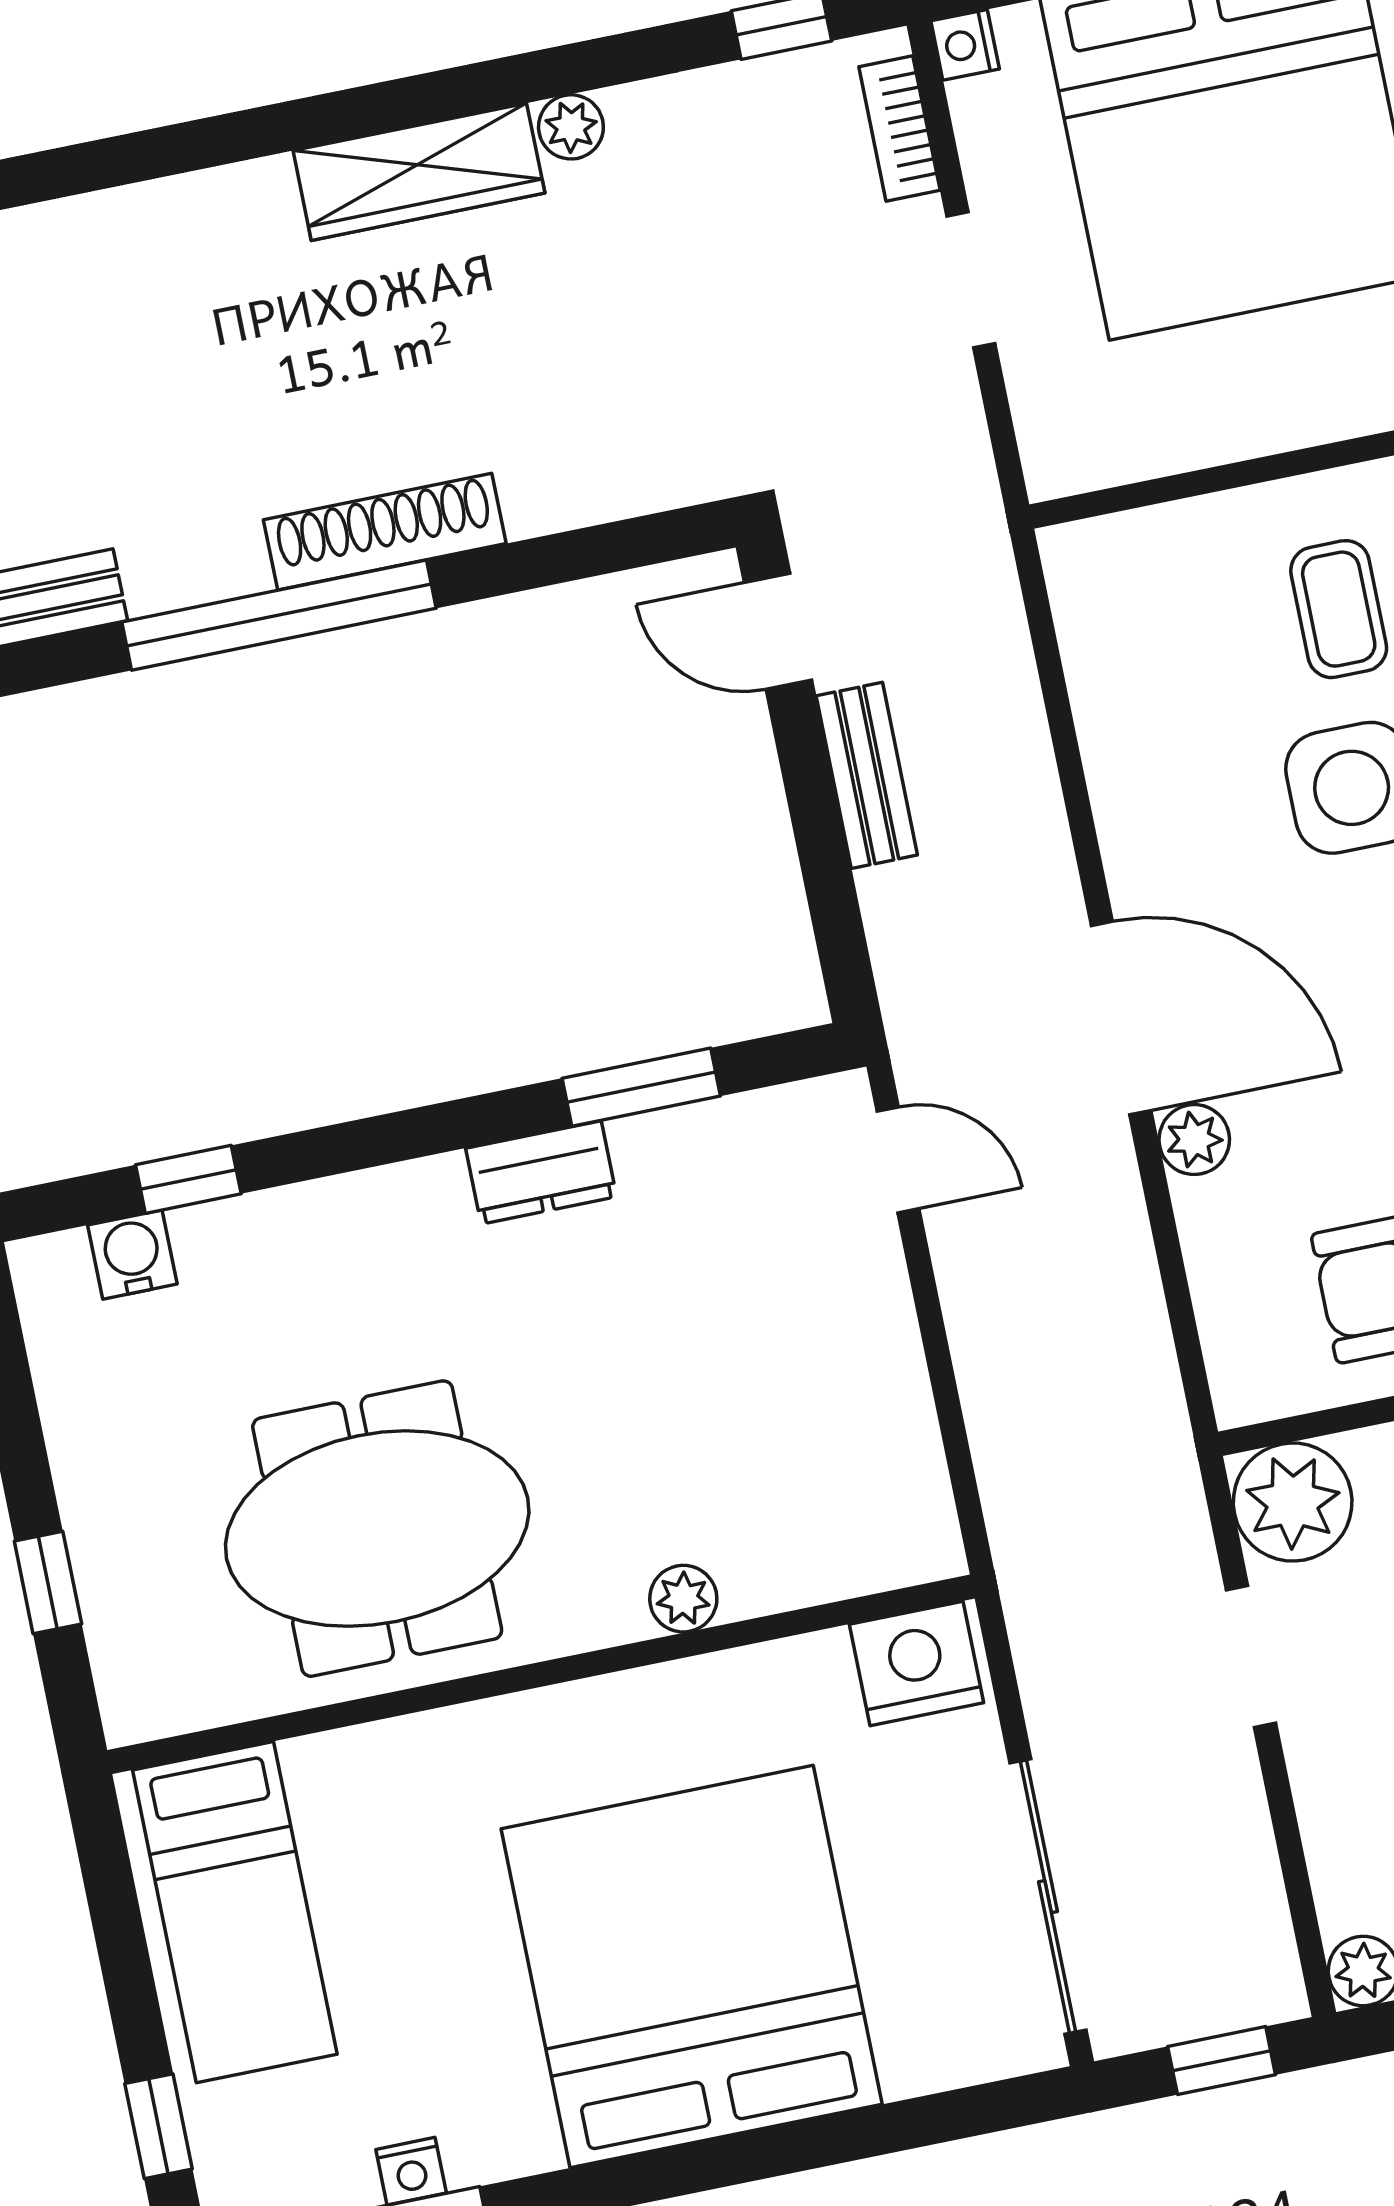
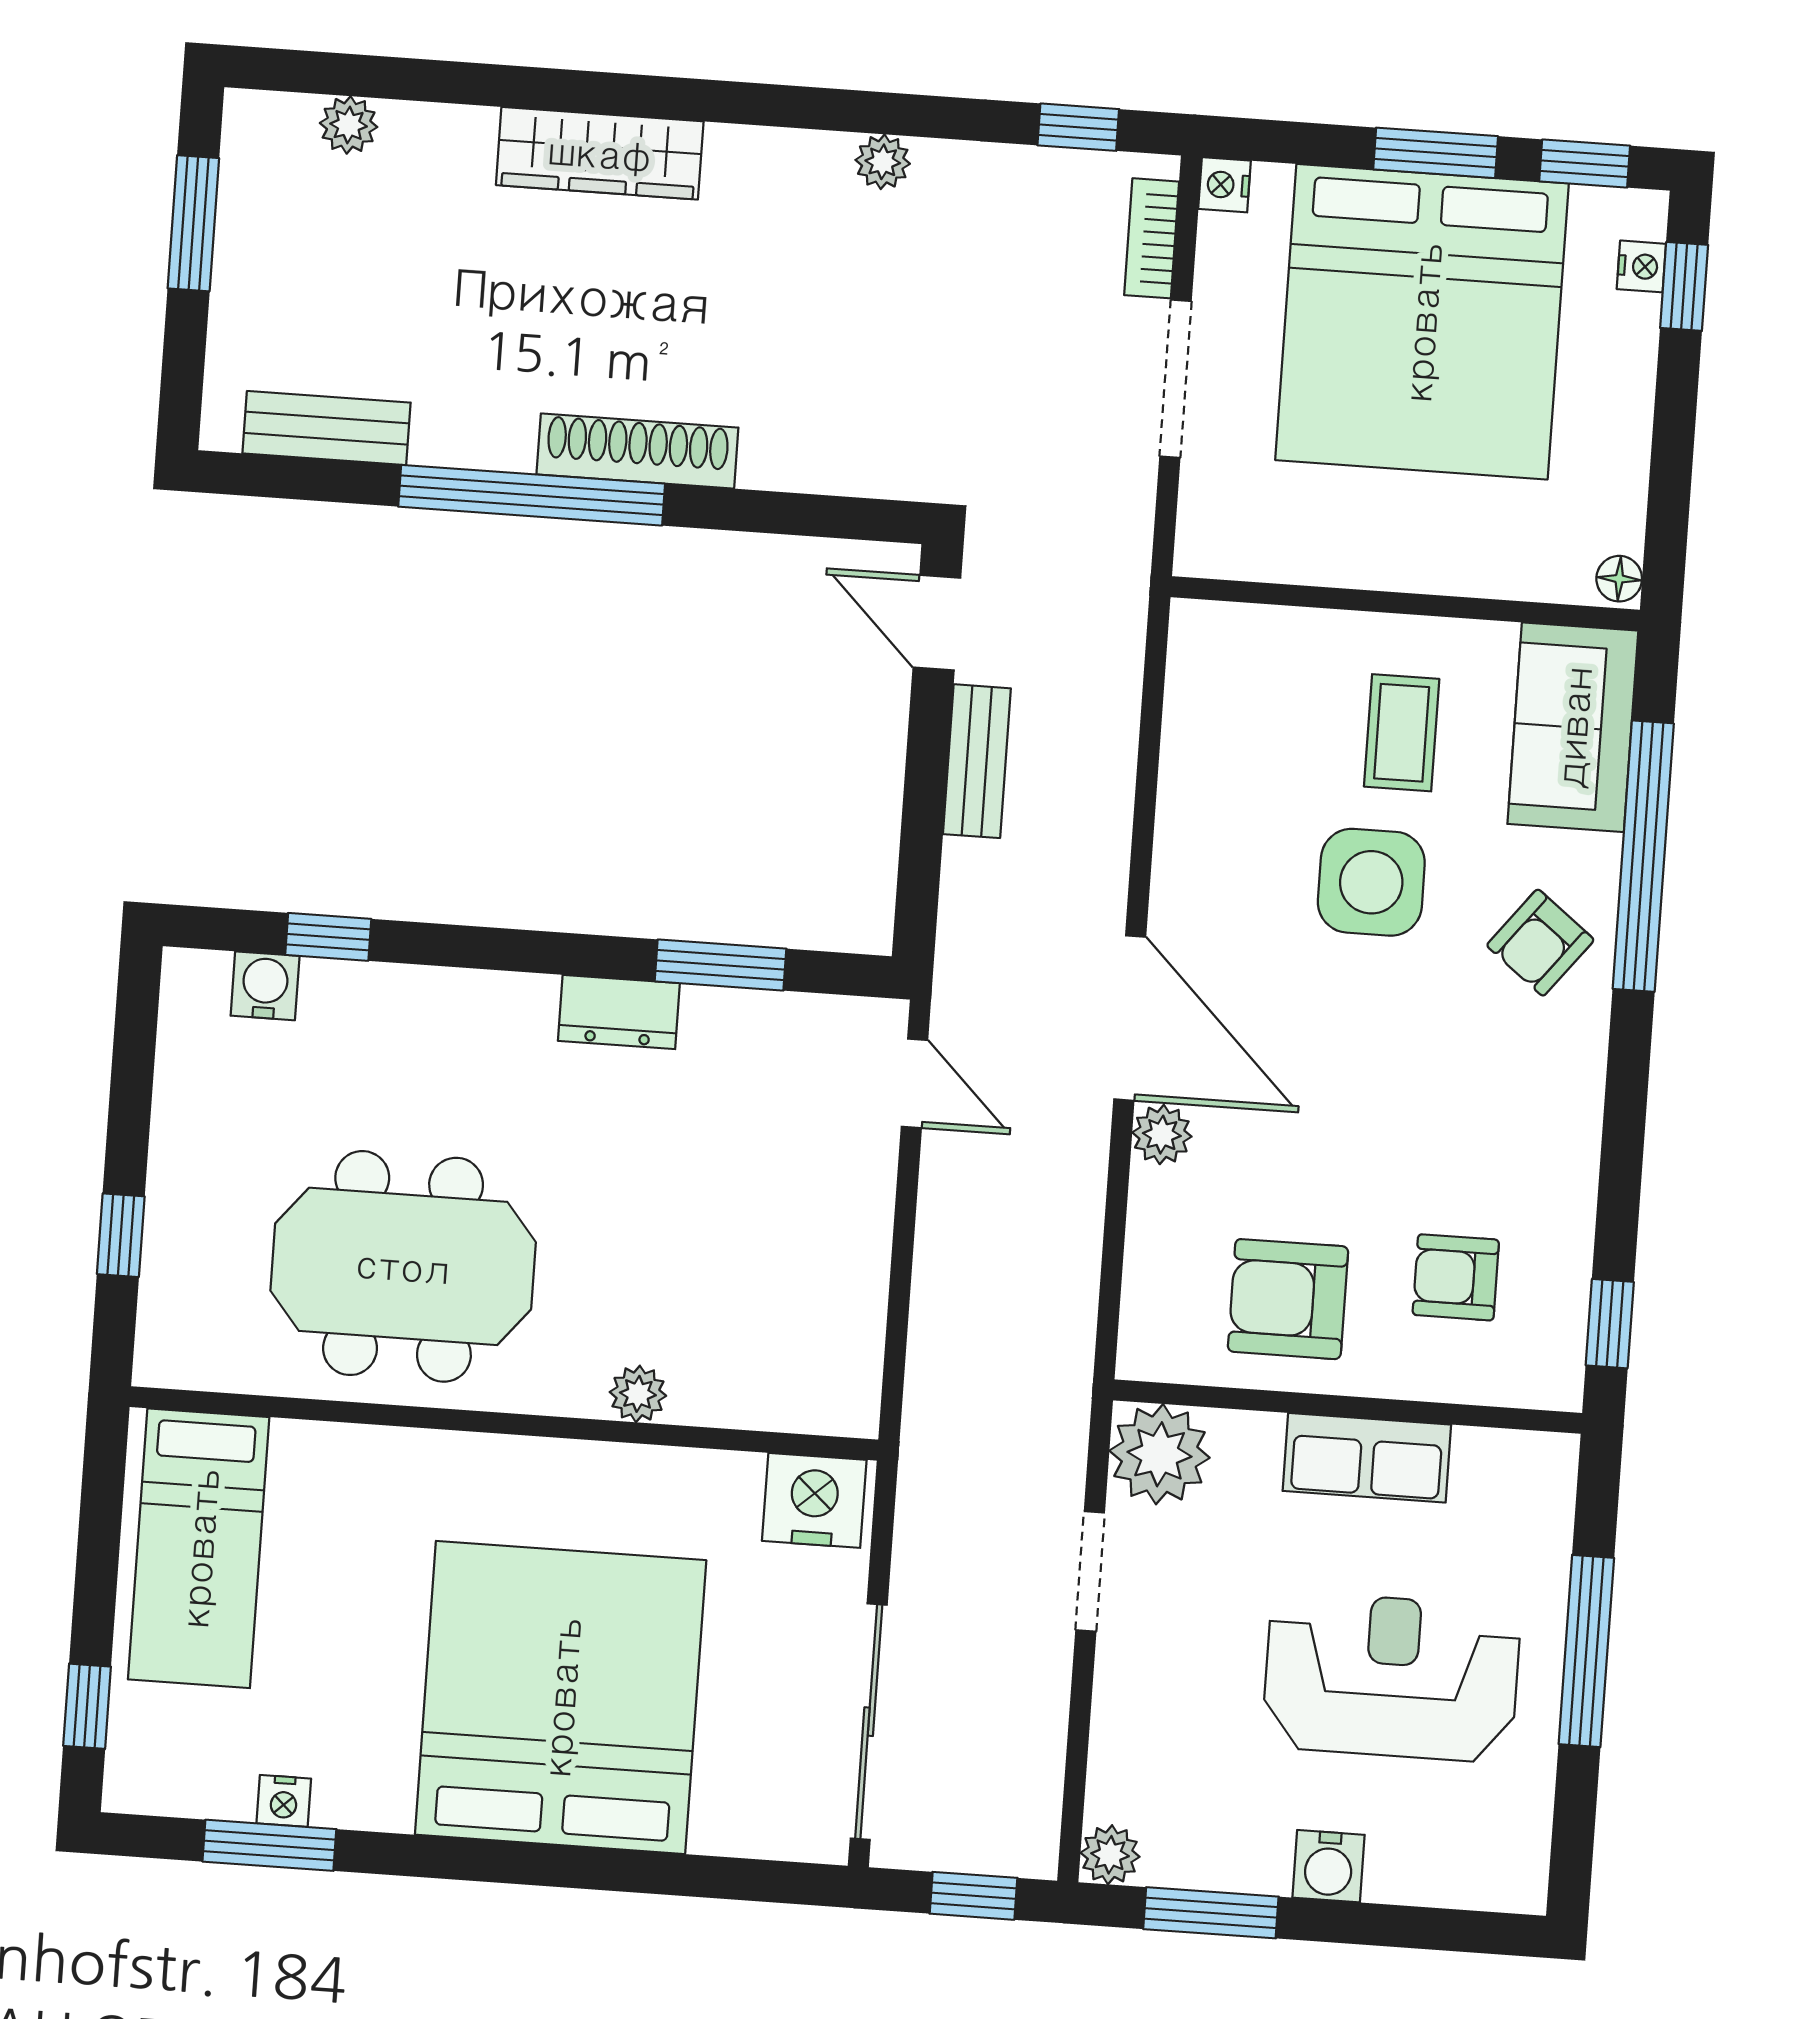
wardrobe: (419, 172) -> (600, 153), moved
doorway: (971, 280) -> (1176, 379), width x1.38

